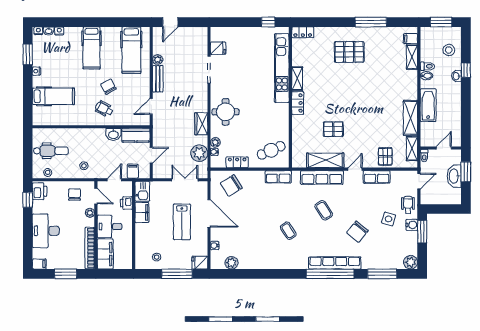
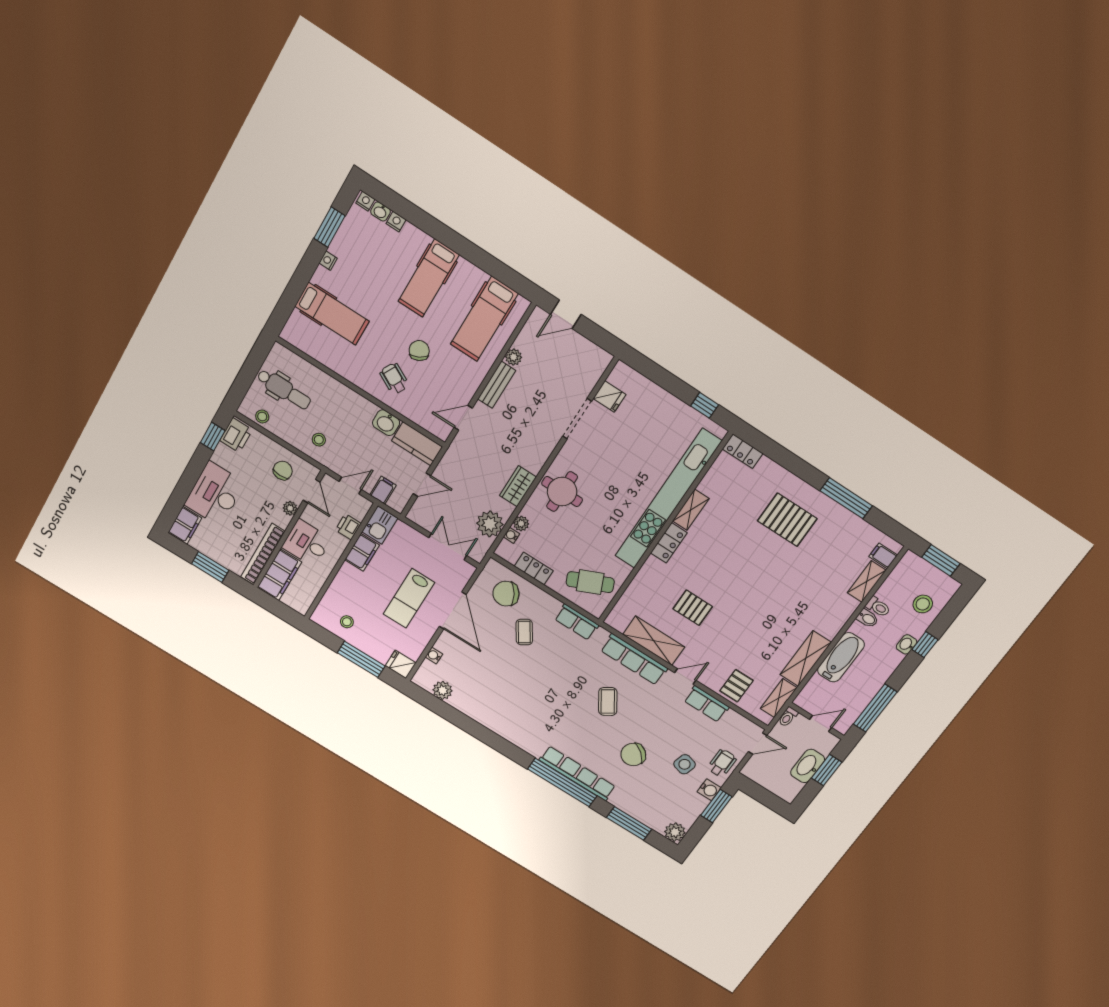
kitchen unit: (282, 68) -> (668, 499), width x1.36
window: (466, 121) -> (875, 708), added
coffee table: (288, 231) -> (524, 632), moved
filing cabinet: (39, 264) -> (185, 525), width x2.00

